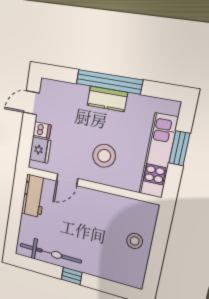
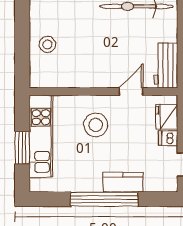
kitchen counter: (107, 99) -> (123, 182), moved

